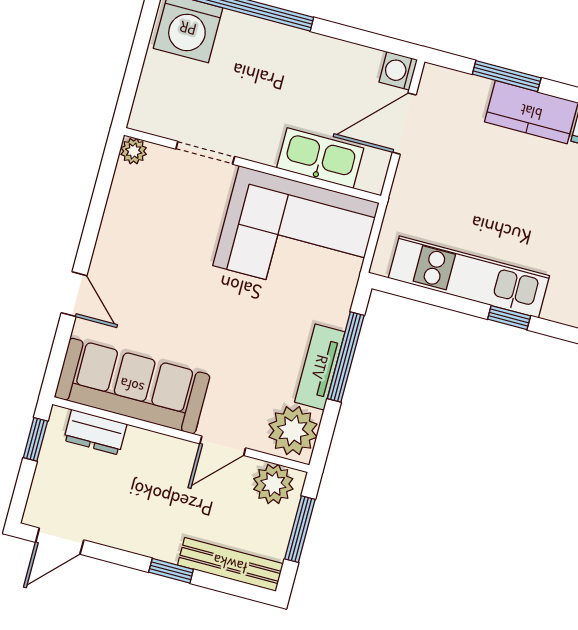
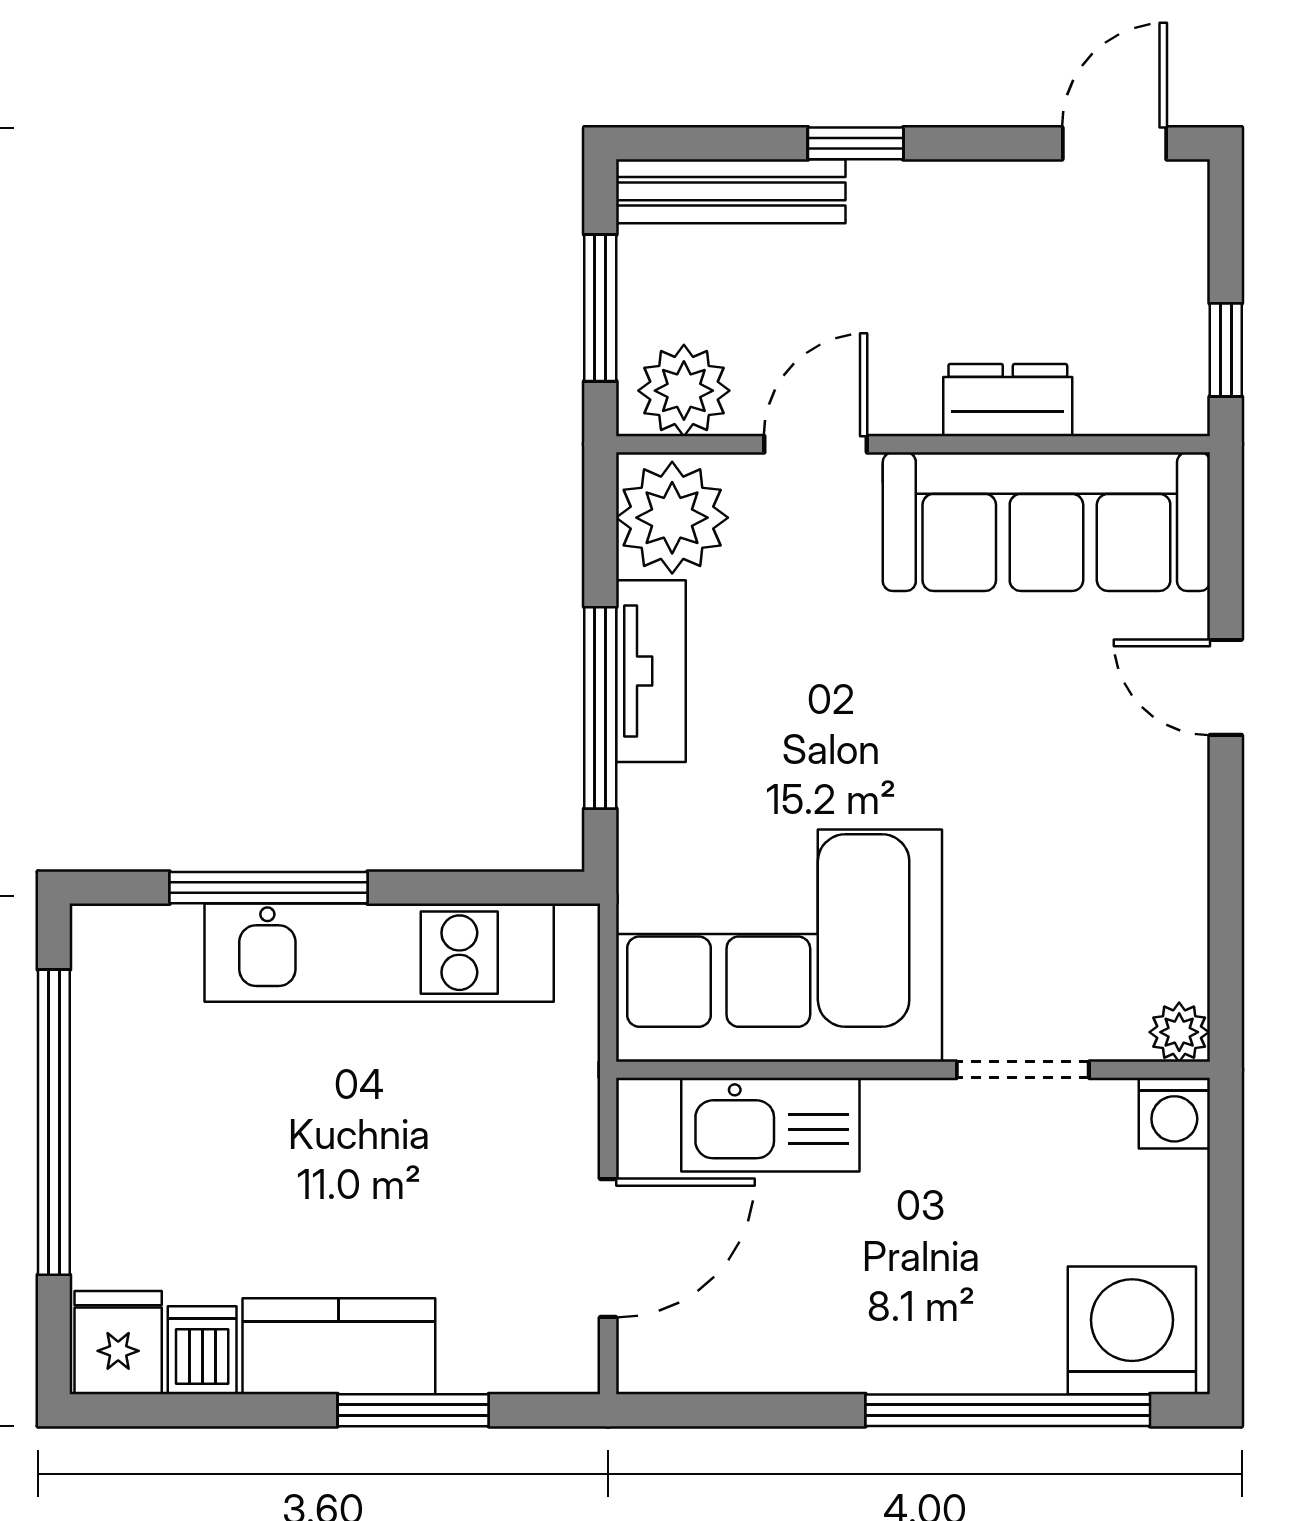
washing machine: (398, 71) -> (1174, 1113), moved, turned 90
window: (509, 318) -> (269, 888), width x2.17
dresser: (95, 432) -> (1008, 400), moved

